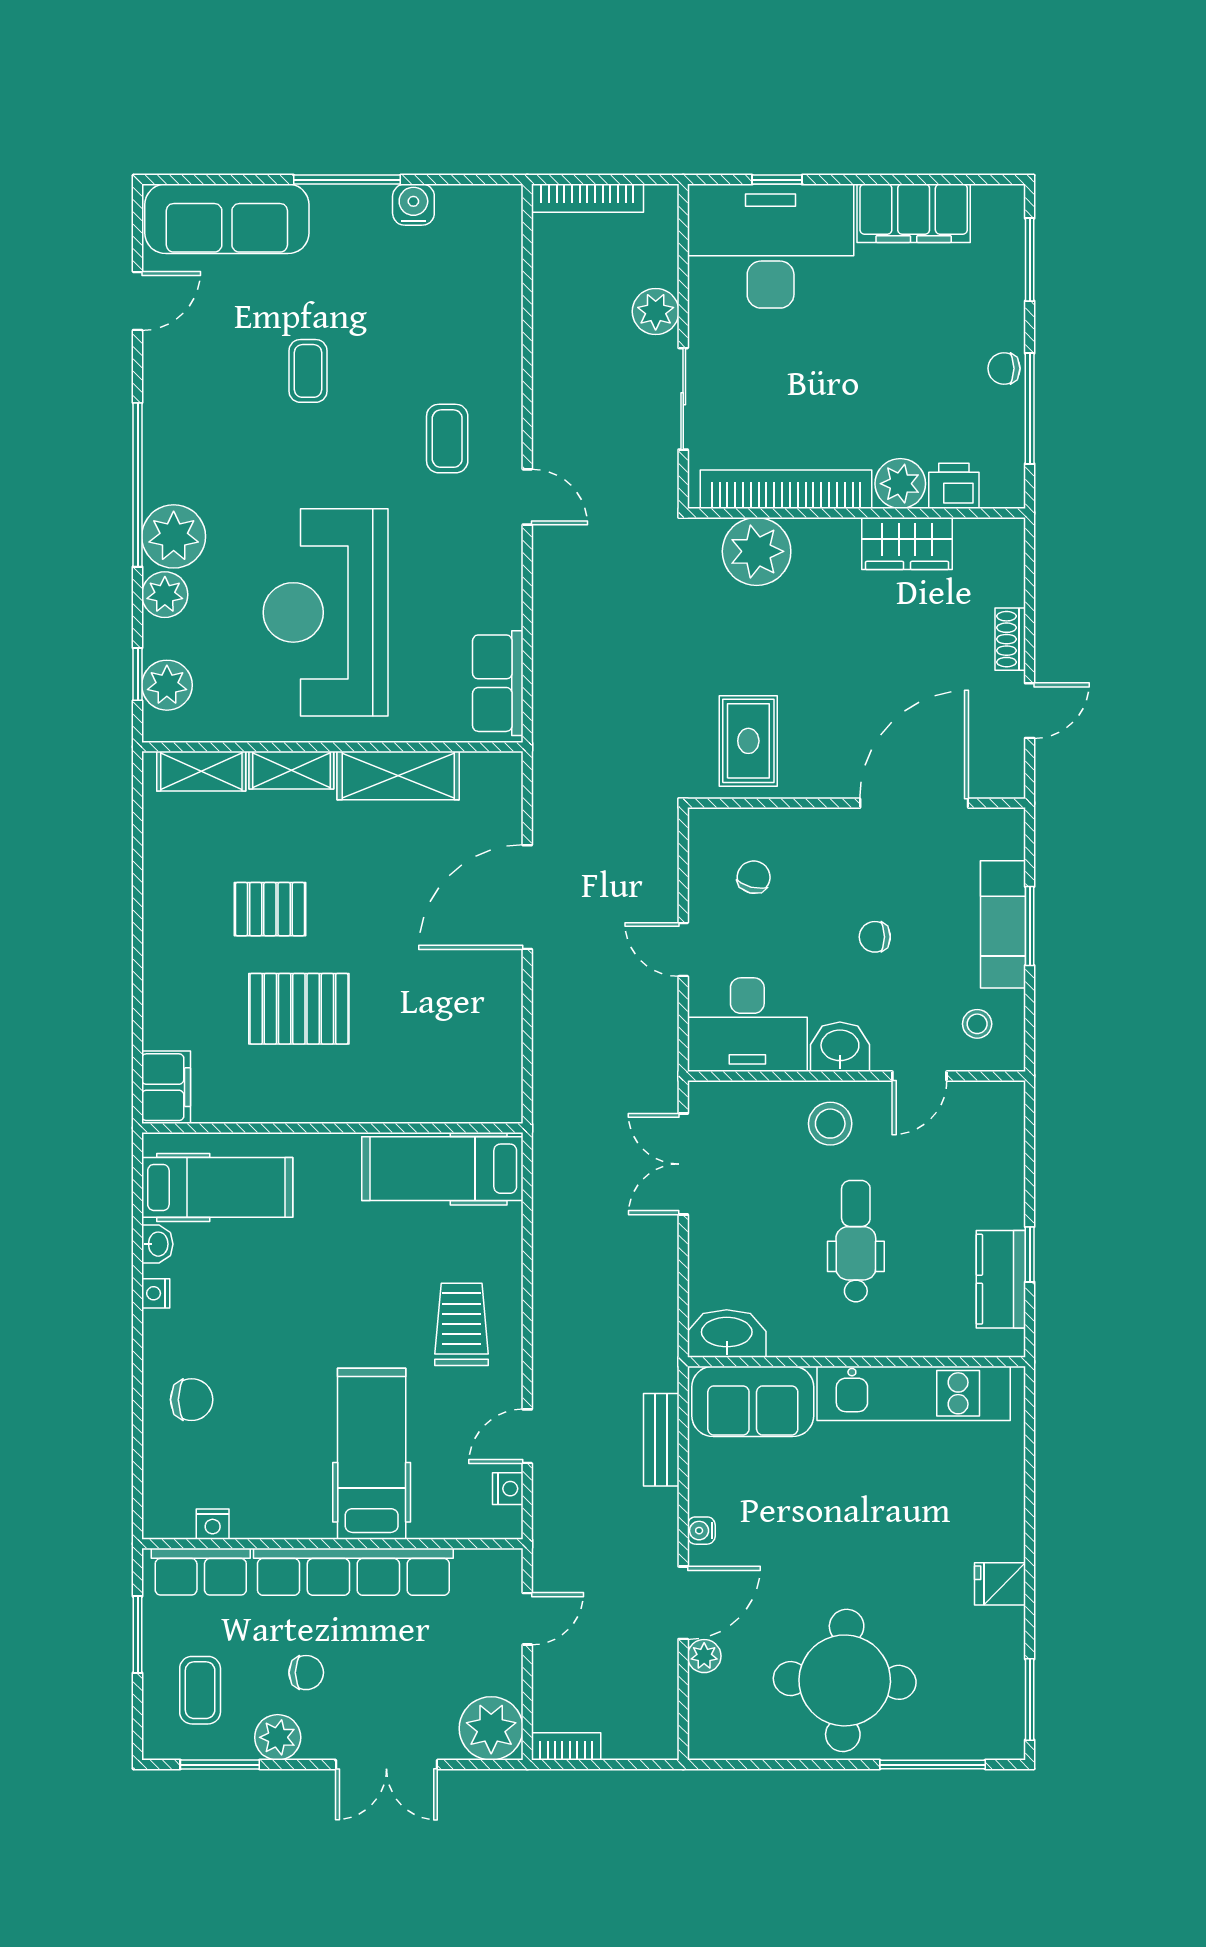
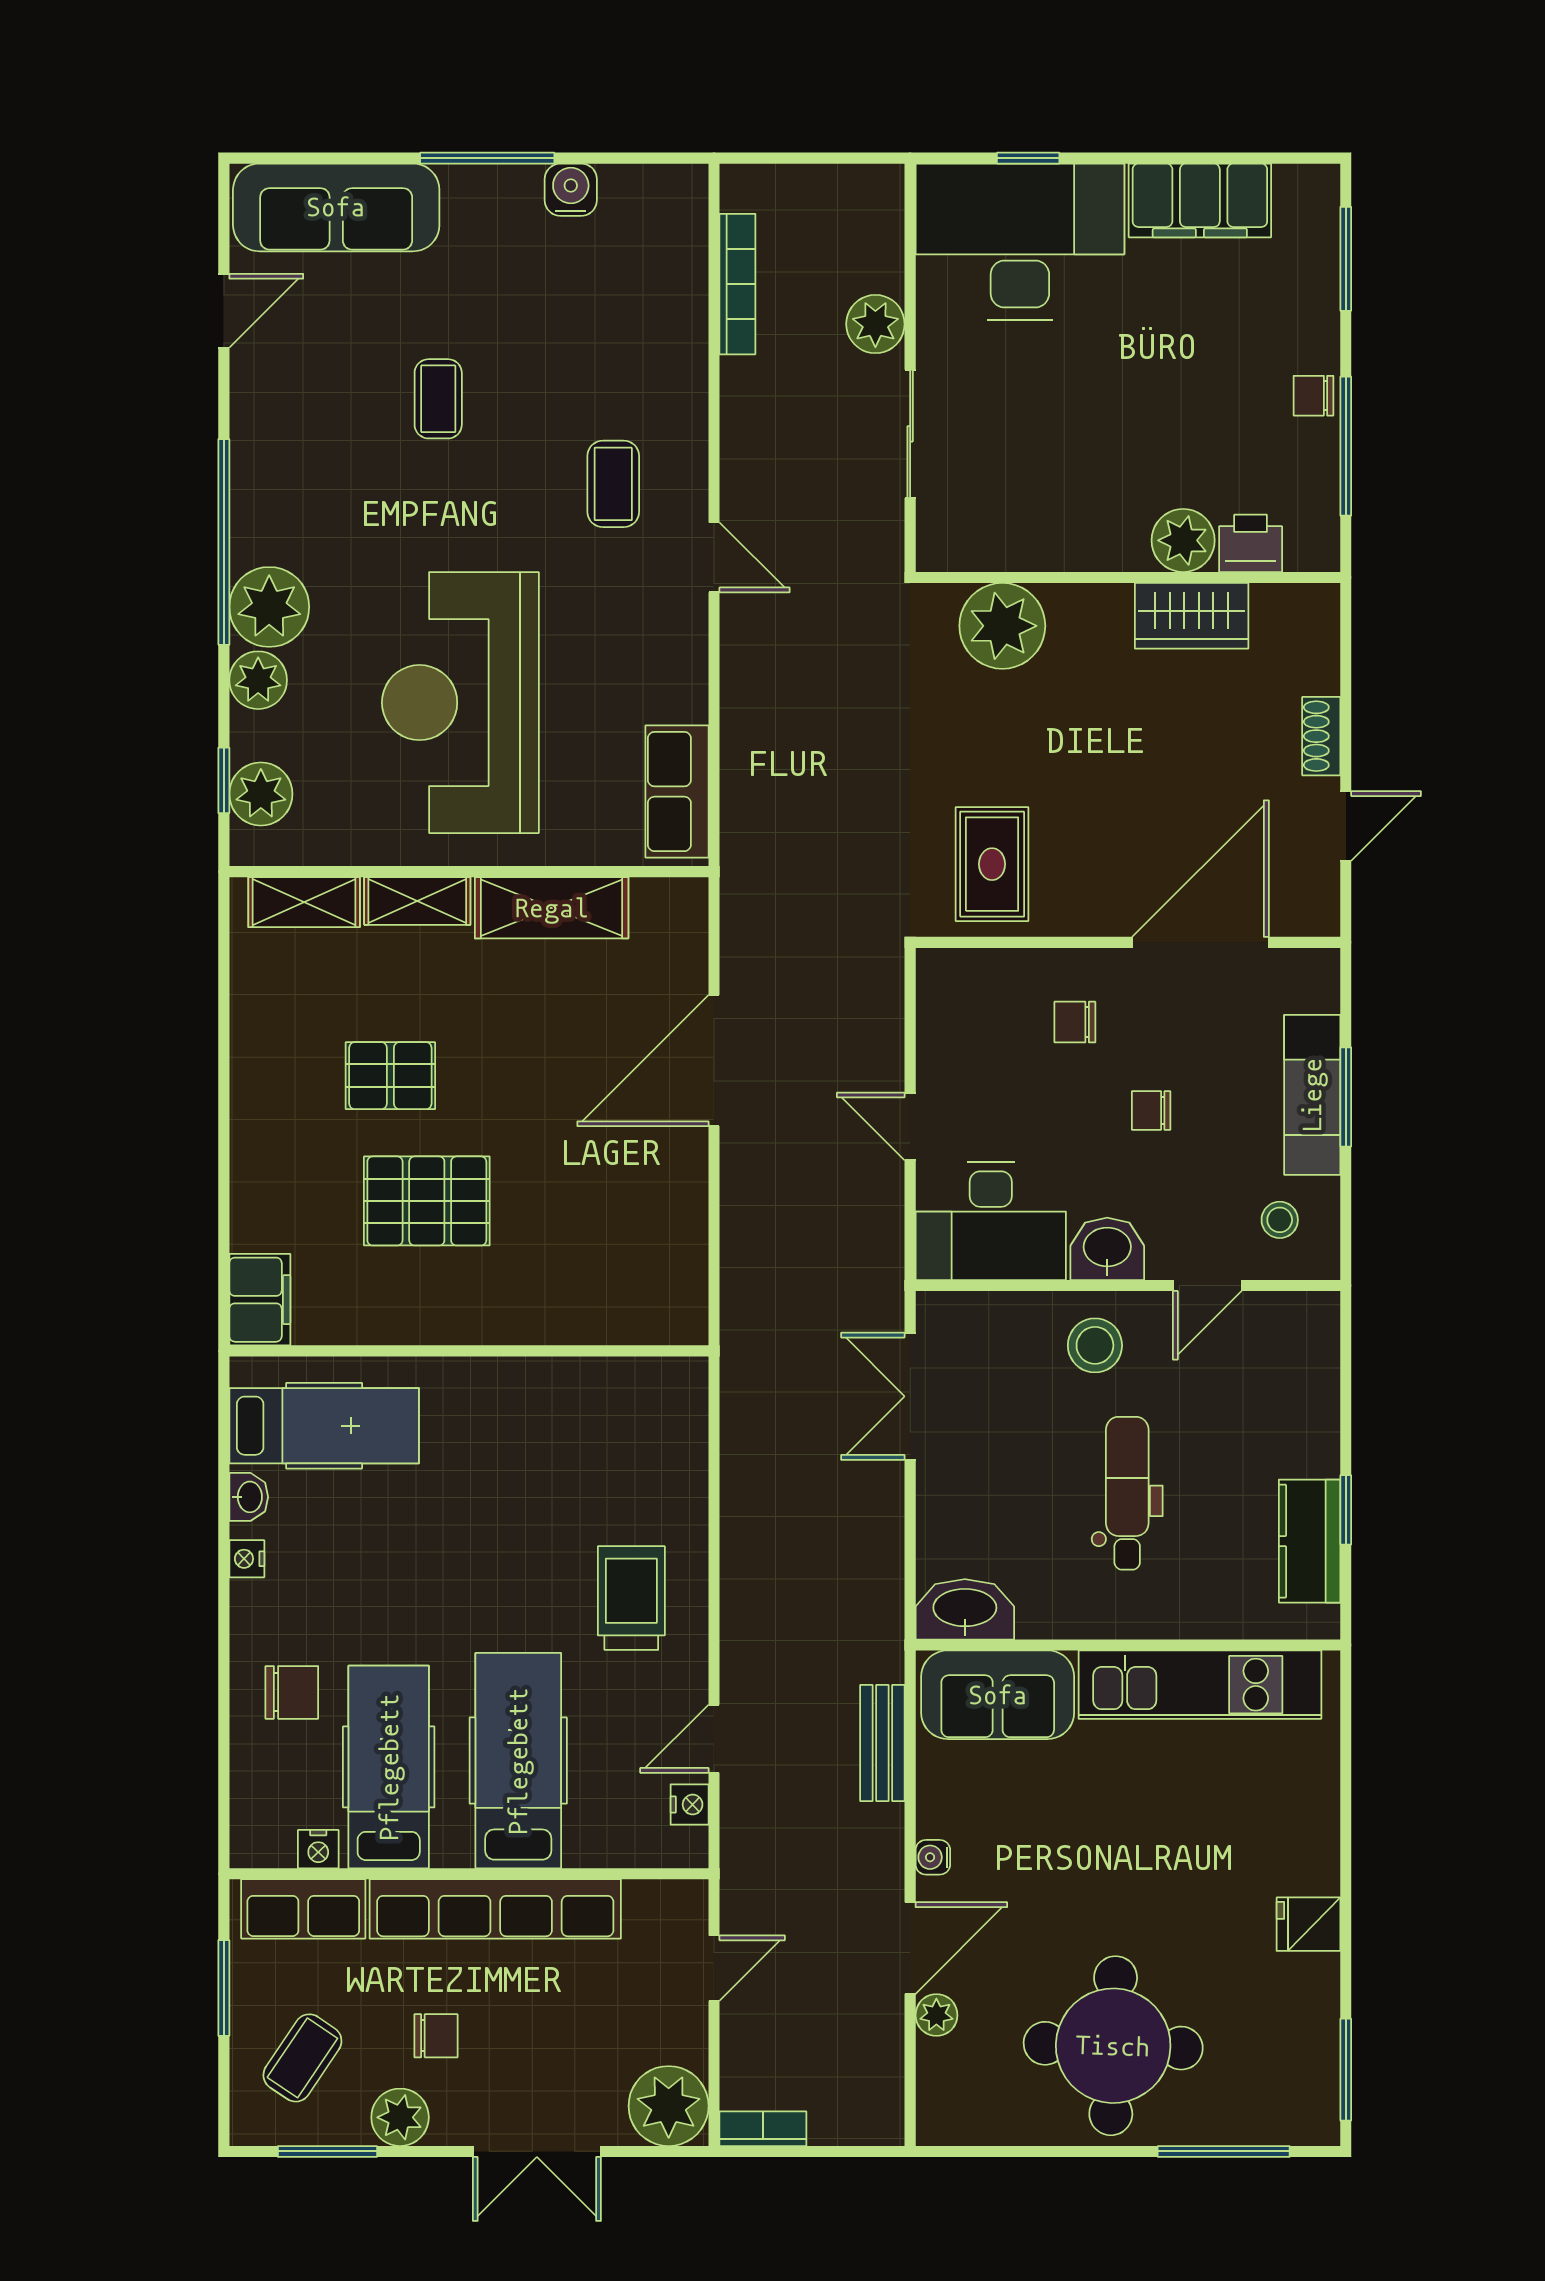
bookcase: (587, 198) -> (737, 284), moved, turned -90
bookcase: (786, 489) -> (1039, 548), removed
chair: (754, 877) -> (1075, 1022), moved, turned -104
hospital bed: (442, 1169) -> (389, 1767), moved, turned 90
coffee table: (200, 1690) -> (302, 2058), turned 34

